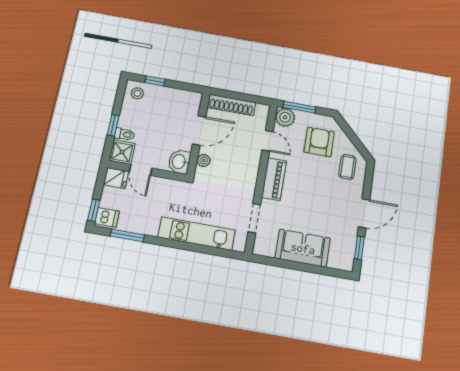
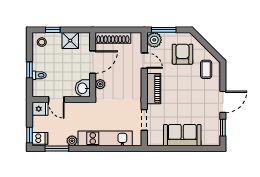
shower: (122, 152) -> (70, 41), moved
plant: (150, 229) -> (72, 141), added

